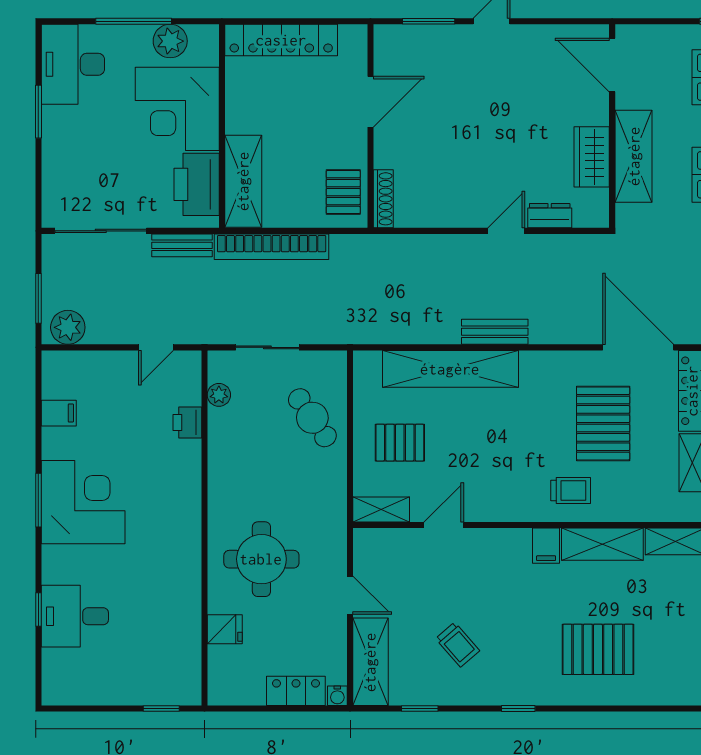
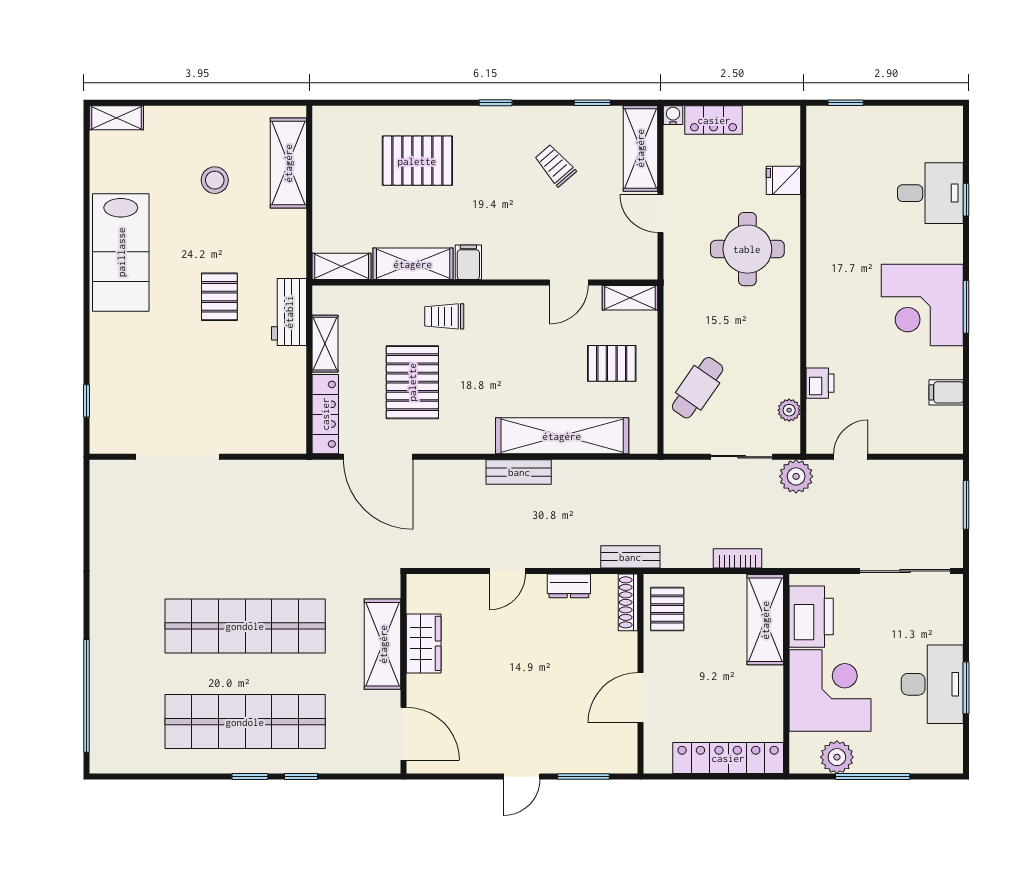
desk: (73, 64) -> (932, 684), moved
dresser: (550, 216) -> (569, 586), moved
bench: (182, 245) -> (630, 557), moved
bookcase: (272, 247) -> (737, 558), width x0.43, depth x0.76
plant: (68, 327) -> (796, 476), moved
cafe table: (312, 418) -> (698, 388), turned 70

